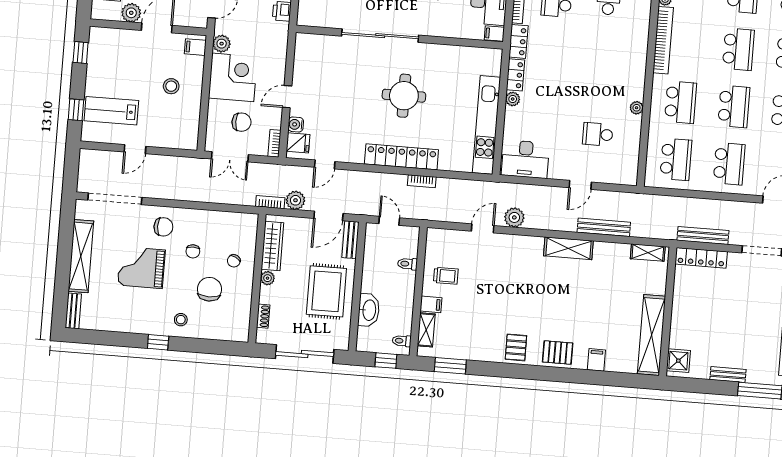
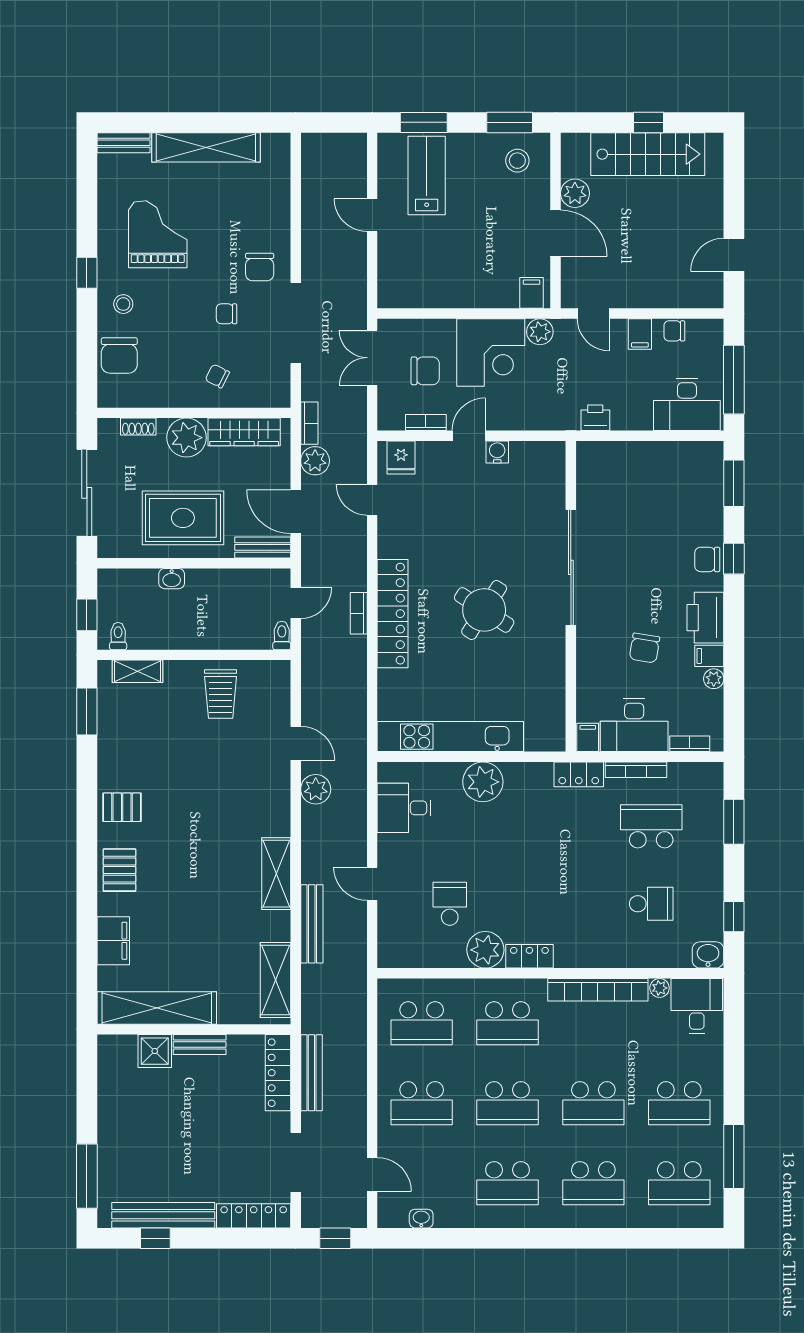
window: (81, 53) -> (510, 122), width x1.50
locker: (515, 75) -> (529, 956), moved, turned 180
stool: (171, 86) -> (517, 161), moved
round table: (404, 96) -> (484, 610), turned 33
door: (287, 97) -> (469, 436), hinge flipped
plant: (513, 99) -> (483, 782), width x1.87, depth x1.87
plant: (637, 108) -> (485, 950), width x1.88, depth x1.88
window: (76, 110) -> (424, 122), width x1.50
chair: (241, 122) -> (425, 371), turned -90
water cooler: (296, 124) -> (497, 452), moved
bookcase: (274, 143) -> (426, 423), moved
desk: (525, 159) -> (404, 808), width x0.73
bookcase: (422, 181) -> (359, 613), moved
doorway: (115, 199) -> (296, 323), moved
shelving: (648, 253) -> (276, 980), width x1.50, depth x1.33
toilet: (407, 264) -> (282, 635), moved
grand piano: (141, 268) -> (158, 234), moved
trolley: (446, 276) -> (221, 694), width x1.36, depth x1.39
plant: (268, 278) -> (186, 438), width x1.87, depth x1.87
chair: (209, 289) -> (119, 355), moved, turned 90
filing cabinet: (431, 304) -> (176, 675), removed
washbasin: (369, 310) -> (172, 579), width x0.52, depth x0.69
filing cabinet: (596, 360) -> (113, 941), width x2.00
shower: (678, 361) -> (155, 1051), moved
bench: (728, 375) -> (200, 1044), moved, turned 90

